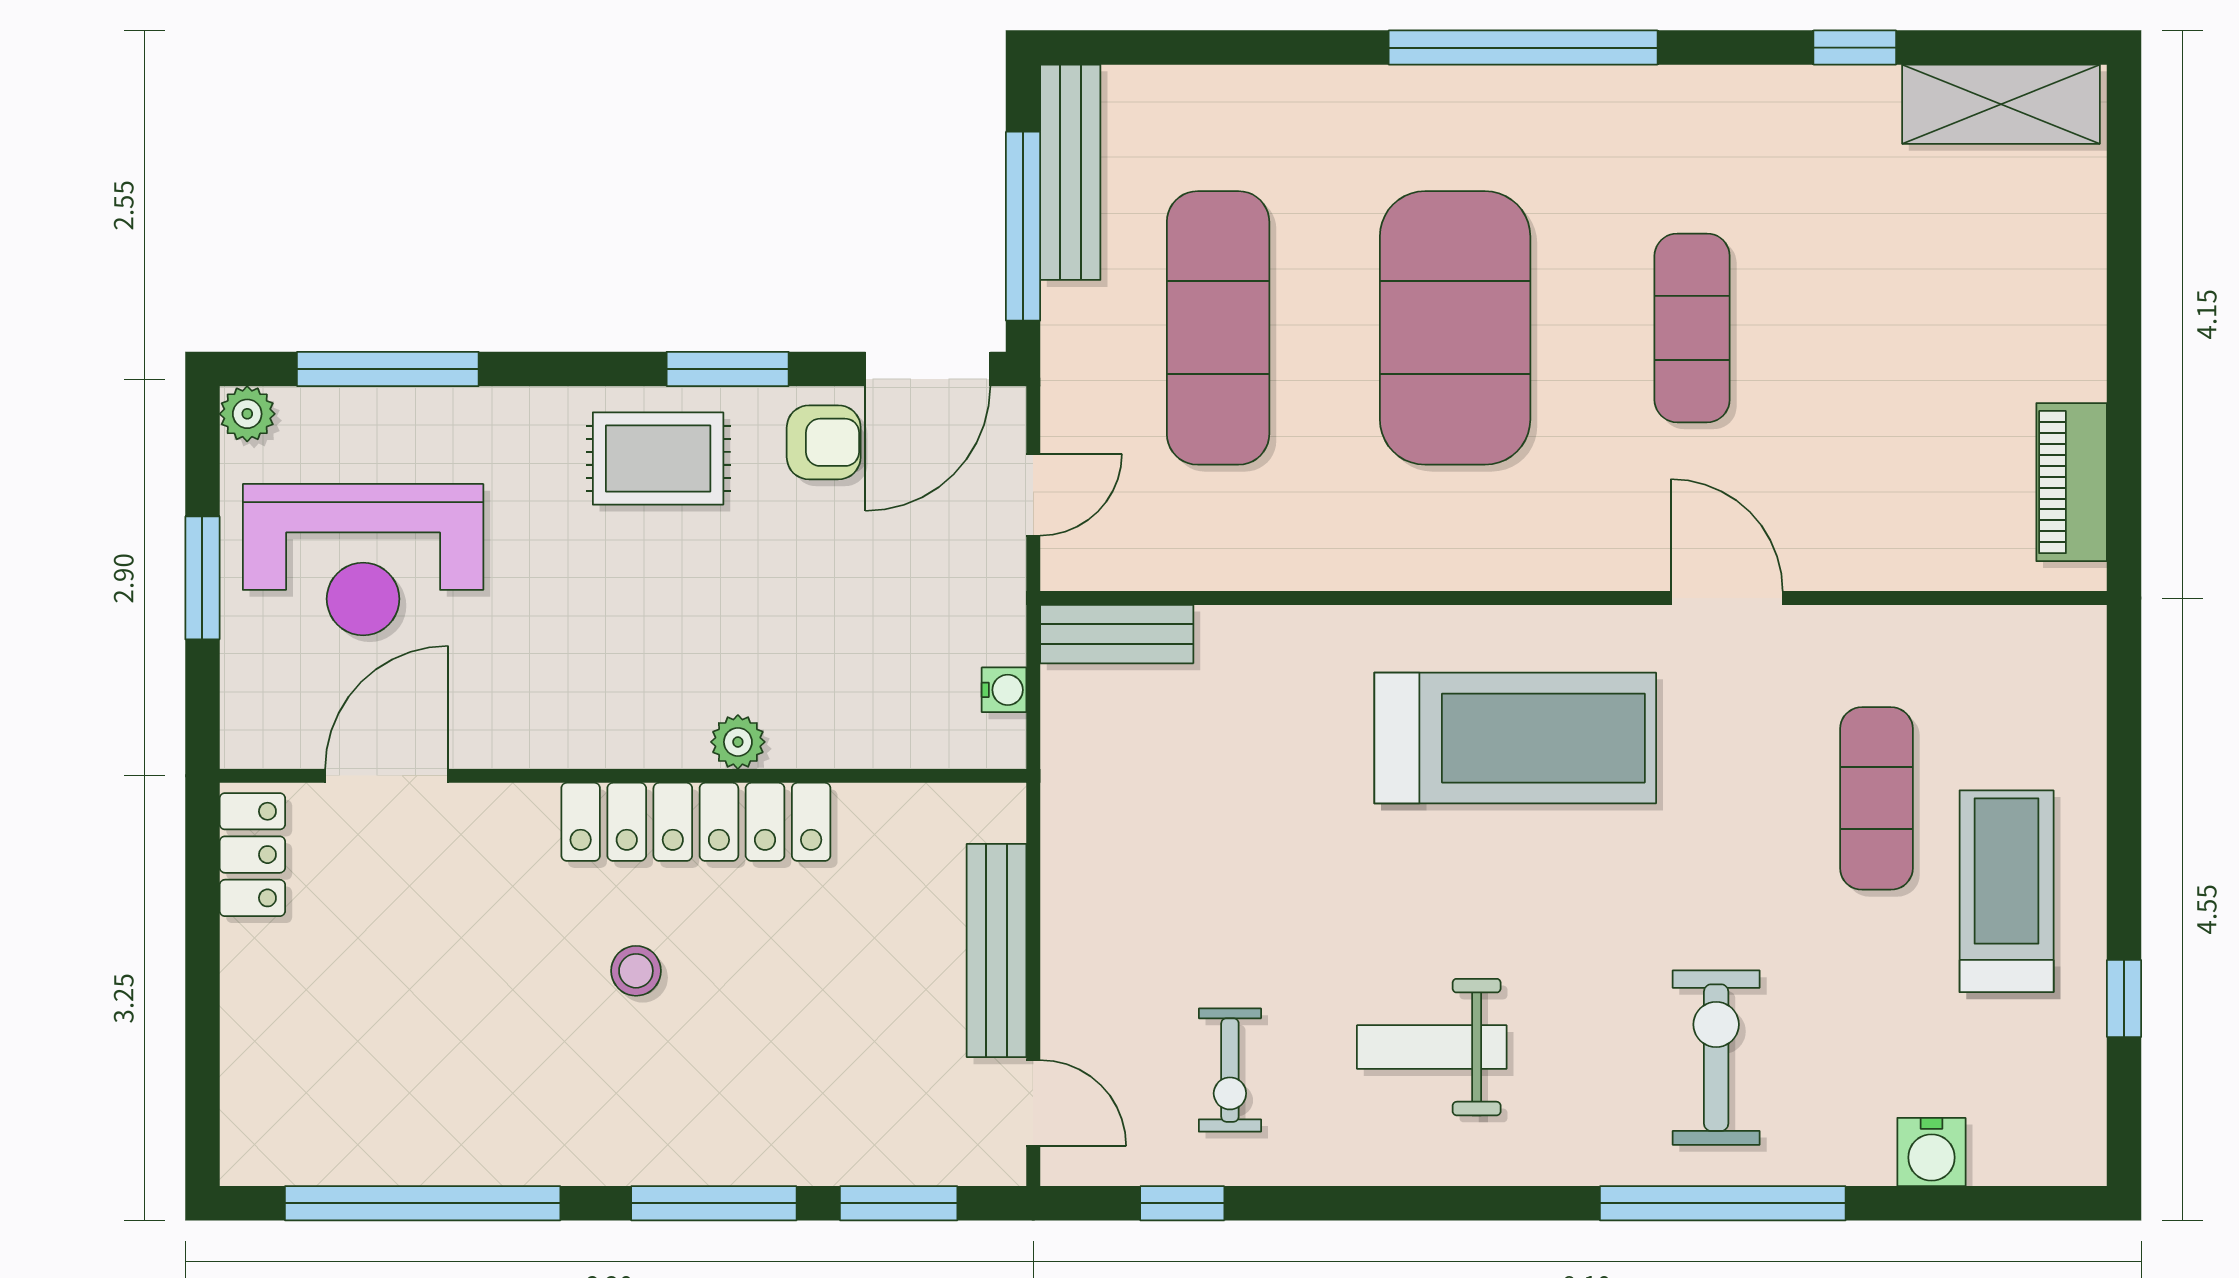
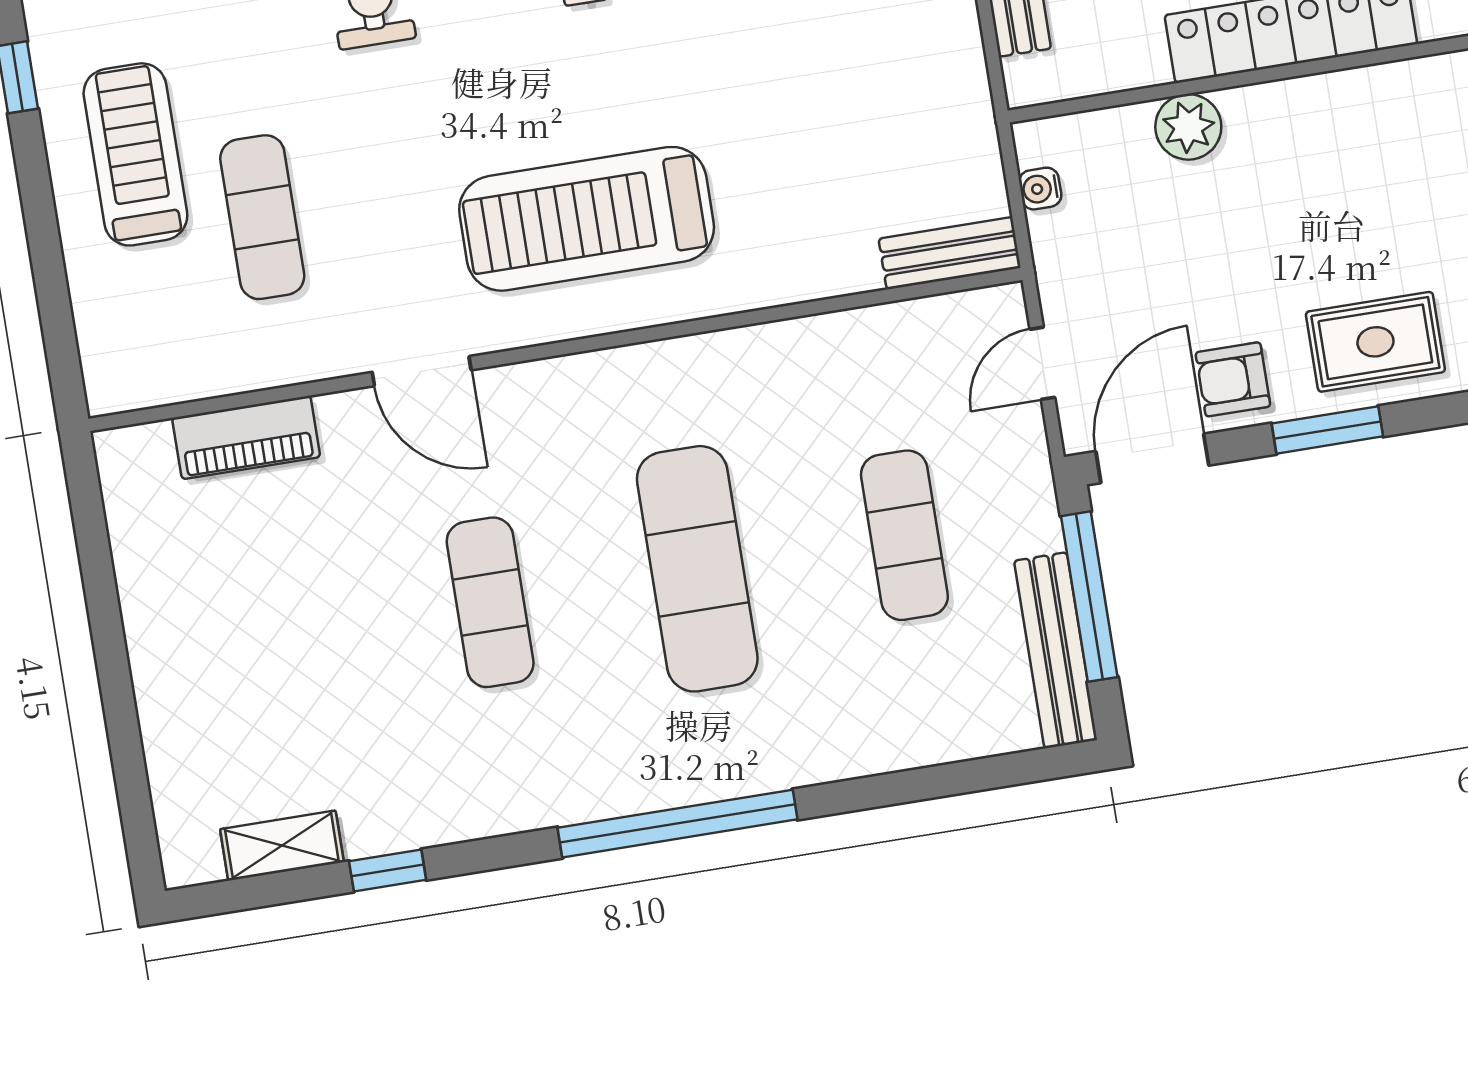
shelving: (2001, 104) -> (282, 846), width x0.67, depth x0.75
exercise mat: (1218, 328) -> (904, 535), width x0.73, depth x0.69
exercise mat: (1455, 328) -> (697, 569), width x0.68
piano: (2072, 482) -> (246, 437), moved, turned 90
plant: (738, 742) -> (1188, 127), moved, width x1.38, depth x1.38
treadmill: (2007, 891) -> (135, 154), turned 180

